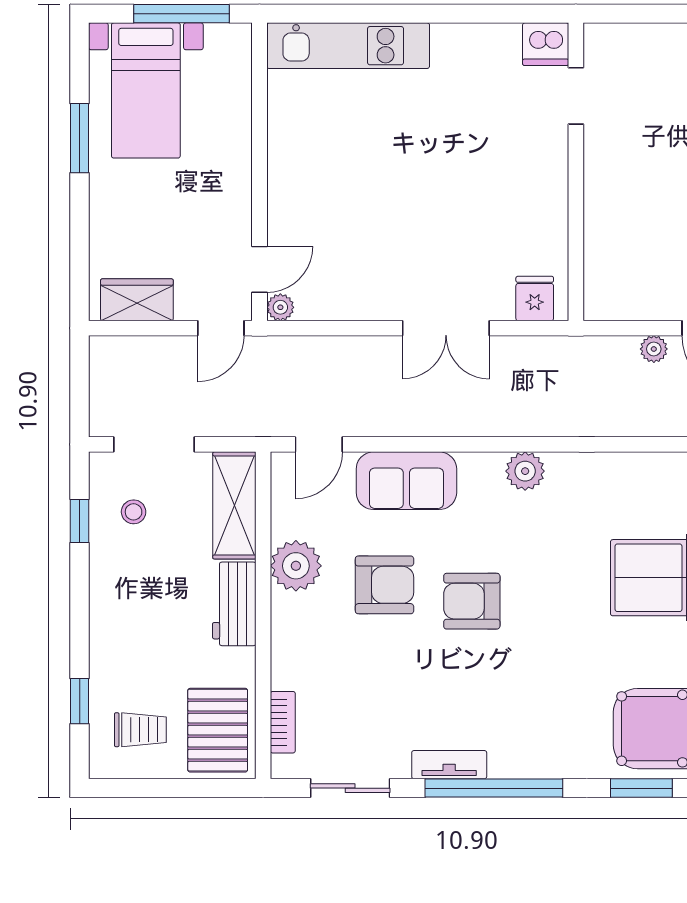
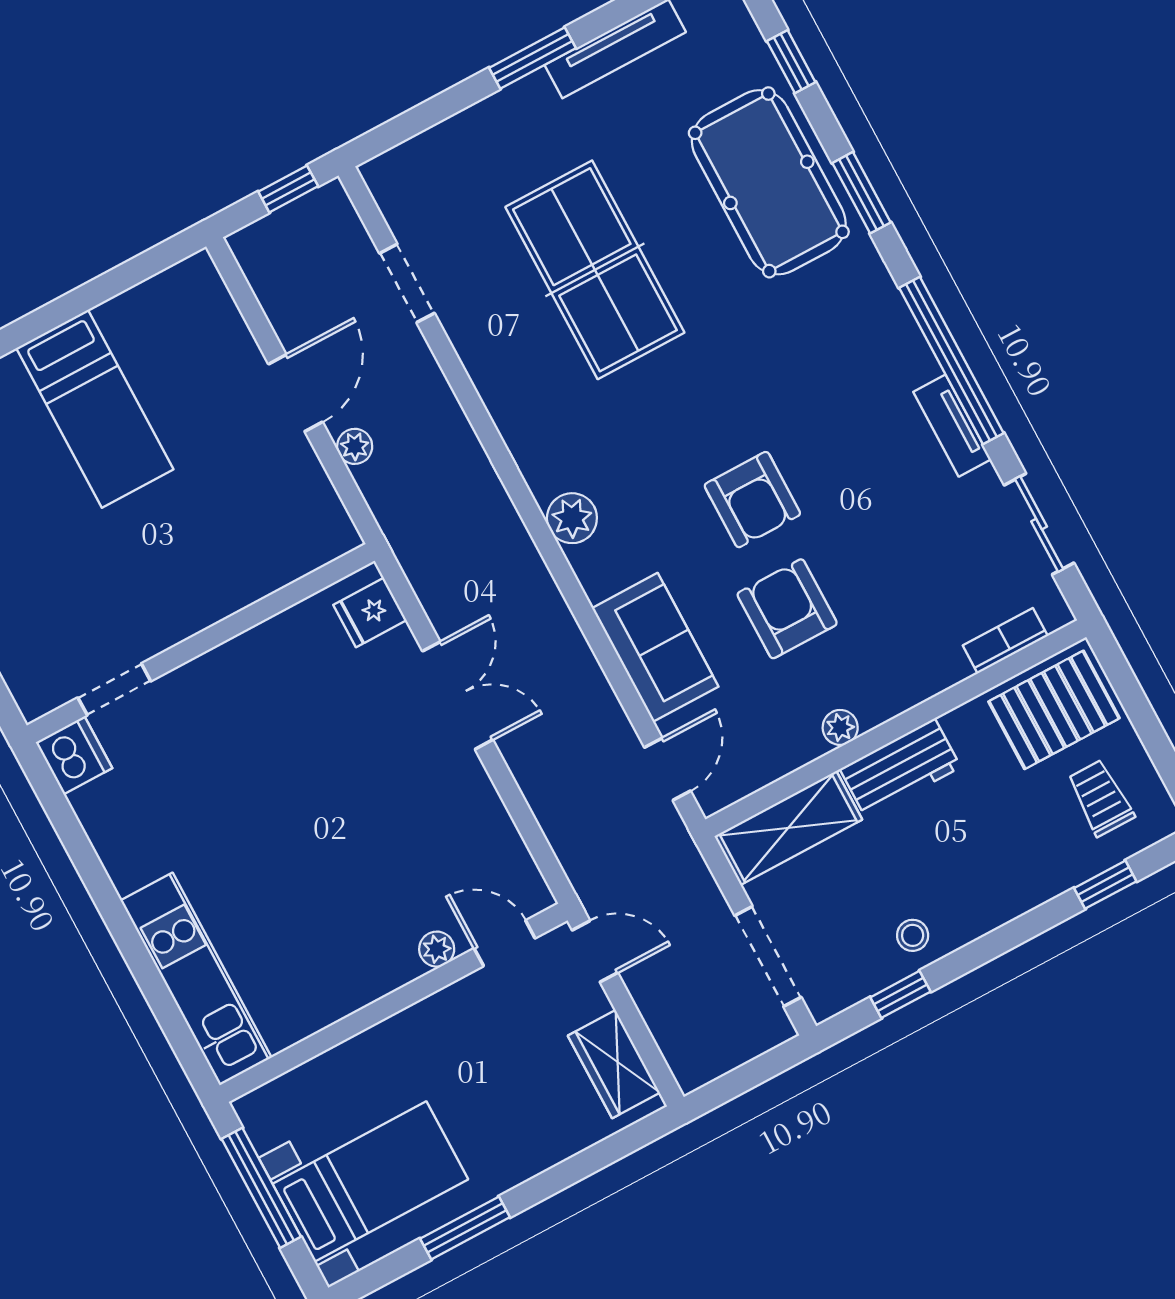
plant: (280, 307) -> (437, 949), moved
door: (319, 444) -> (668, 769), hinge flipped
stool: (134, 512) -> (913, 935), moved
plant: (296, 566) -> (840, 727), width x0.53, depth x0.53

